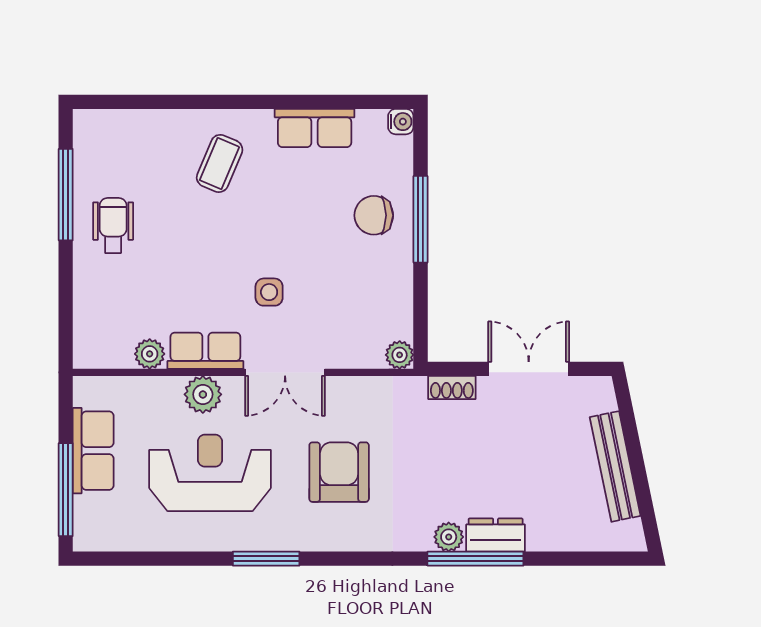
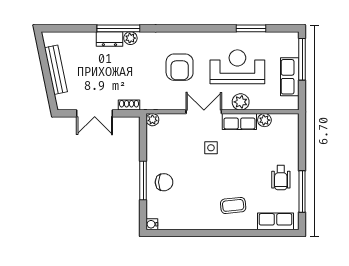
row of seats: (315, 128) -> (276, 221), moved
coffee table: (220, 163) -> (233, 205), turned 61
reception desk: (210, 473) -> (237, 67), turned 180
window: (266, 559) -> (251, 28), moved

